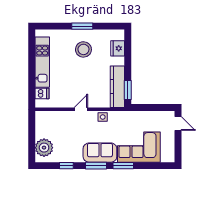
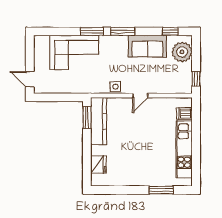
window: (82, 26) -> (161, 190), moved
stool: (83, 49) -> (137, 164), removed
window: (32, 124) -> (196, 79), added
sofa: (100, 153) -> (147, 46), moved
window: (66, 166) -> (170, 31), moved

